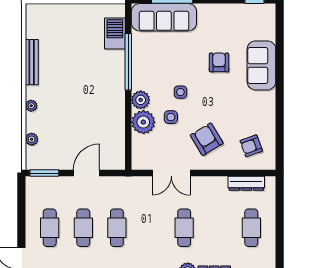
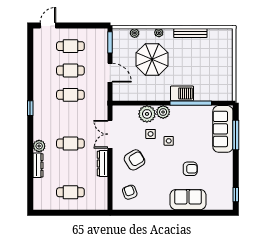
barbecue: (115, 33) -> (182, 93), moved
parasol: (68, 115) -> (152, 59), added
dresser: (246, 183) -> (103, 164), moved

